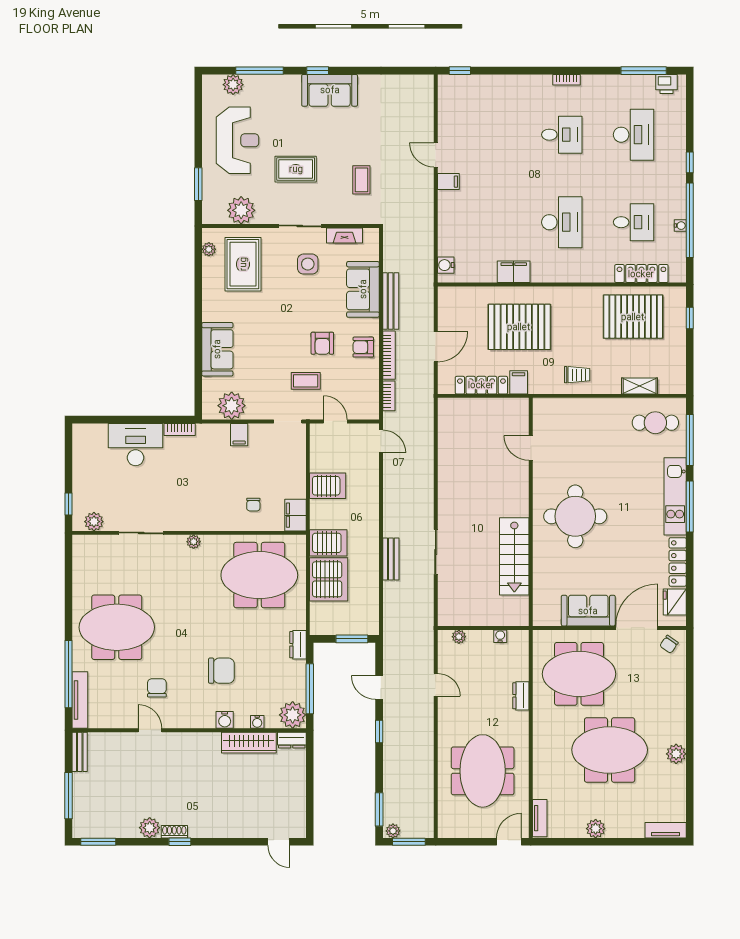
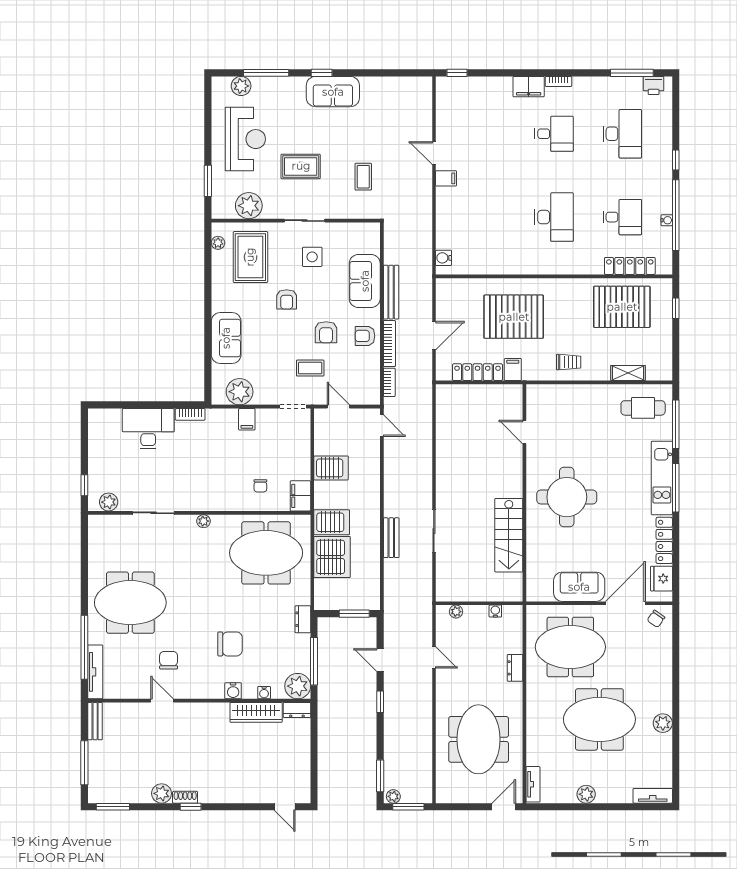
fireplace: (345, 235) -> (347, 230), removed
filing cabinet: (514, 272) -> (529, 87), moved, turned 180
armchair: (281, 309) -> (287, 299), added

